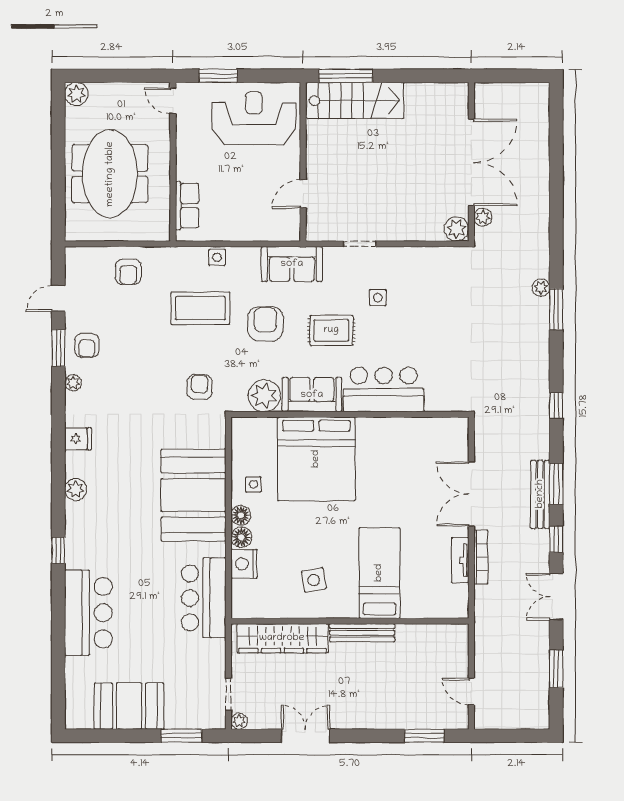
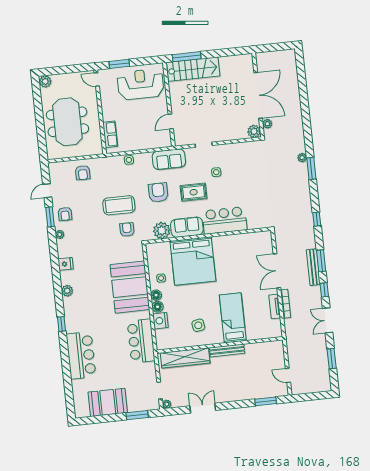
coffee table: (200, 308) -> (119, 205), moved

